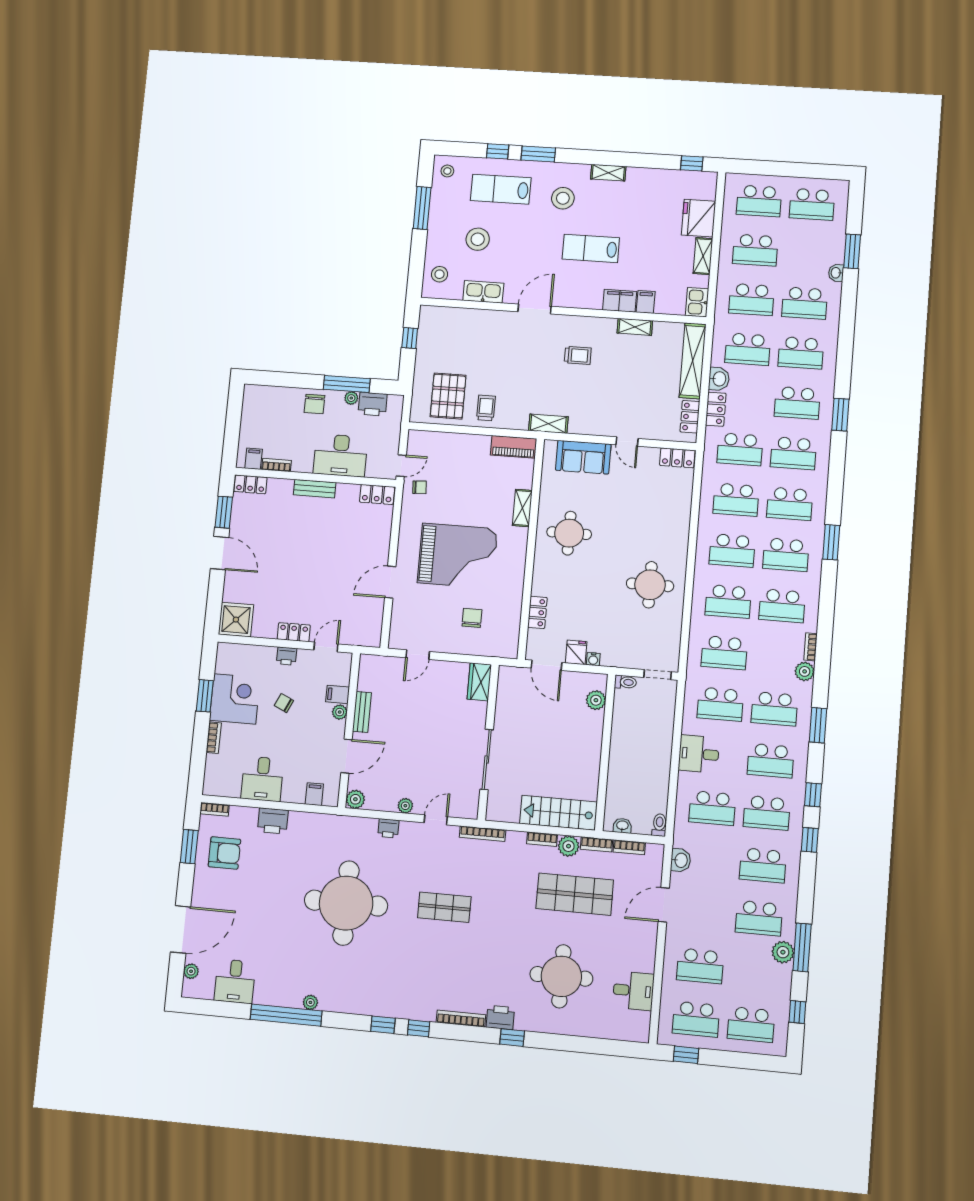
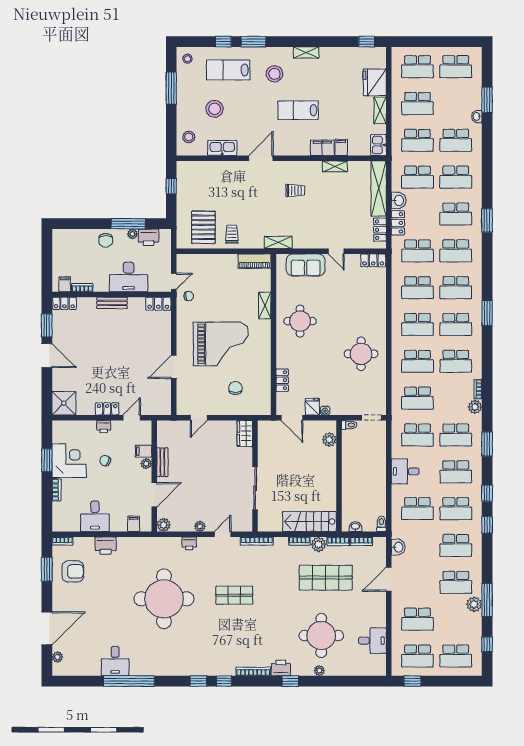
desk: (235, 981) -> (115, 661), moved
plant: (310, 1002) -> (319, 671), moved

